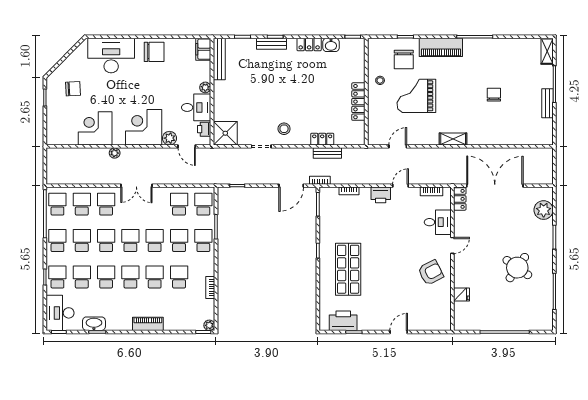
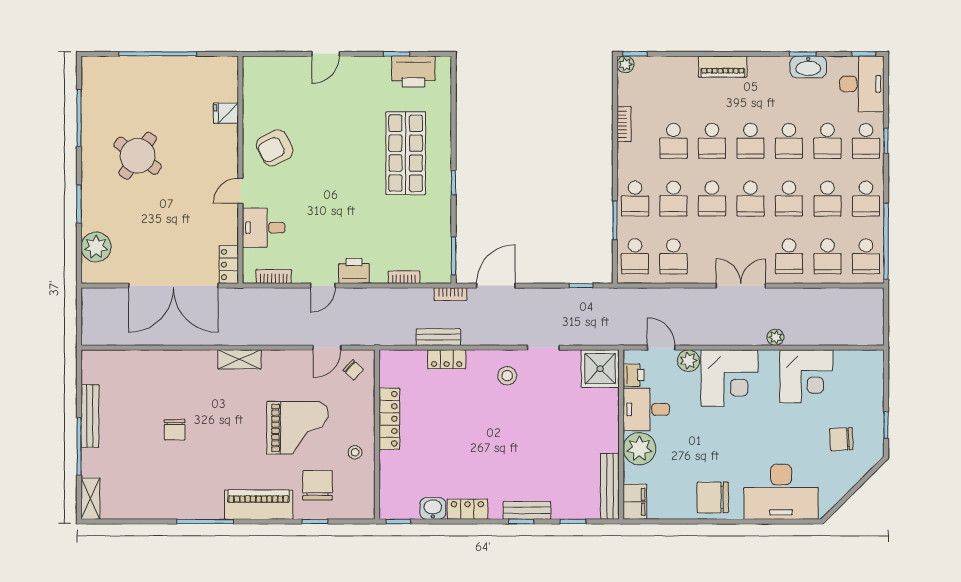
plant: (205, 87) -> (639, 449), width x1.88, depth x1.88
bench: (547, 103) -> (90, 416), width x1.36
chair: (381, 132) -> (353, 370), added

